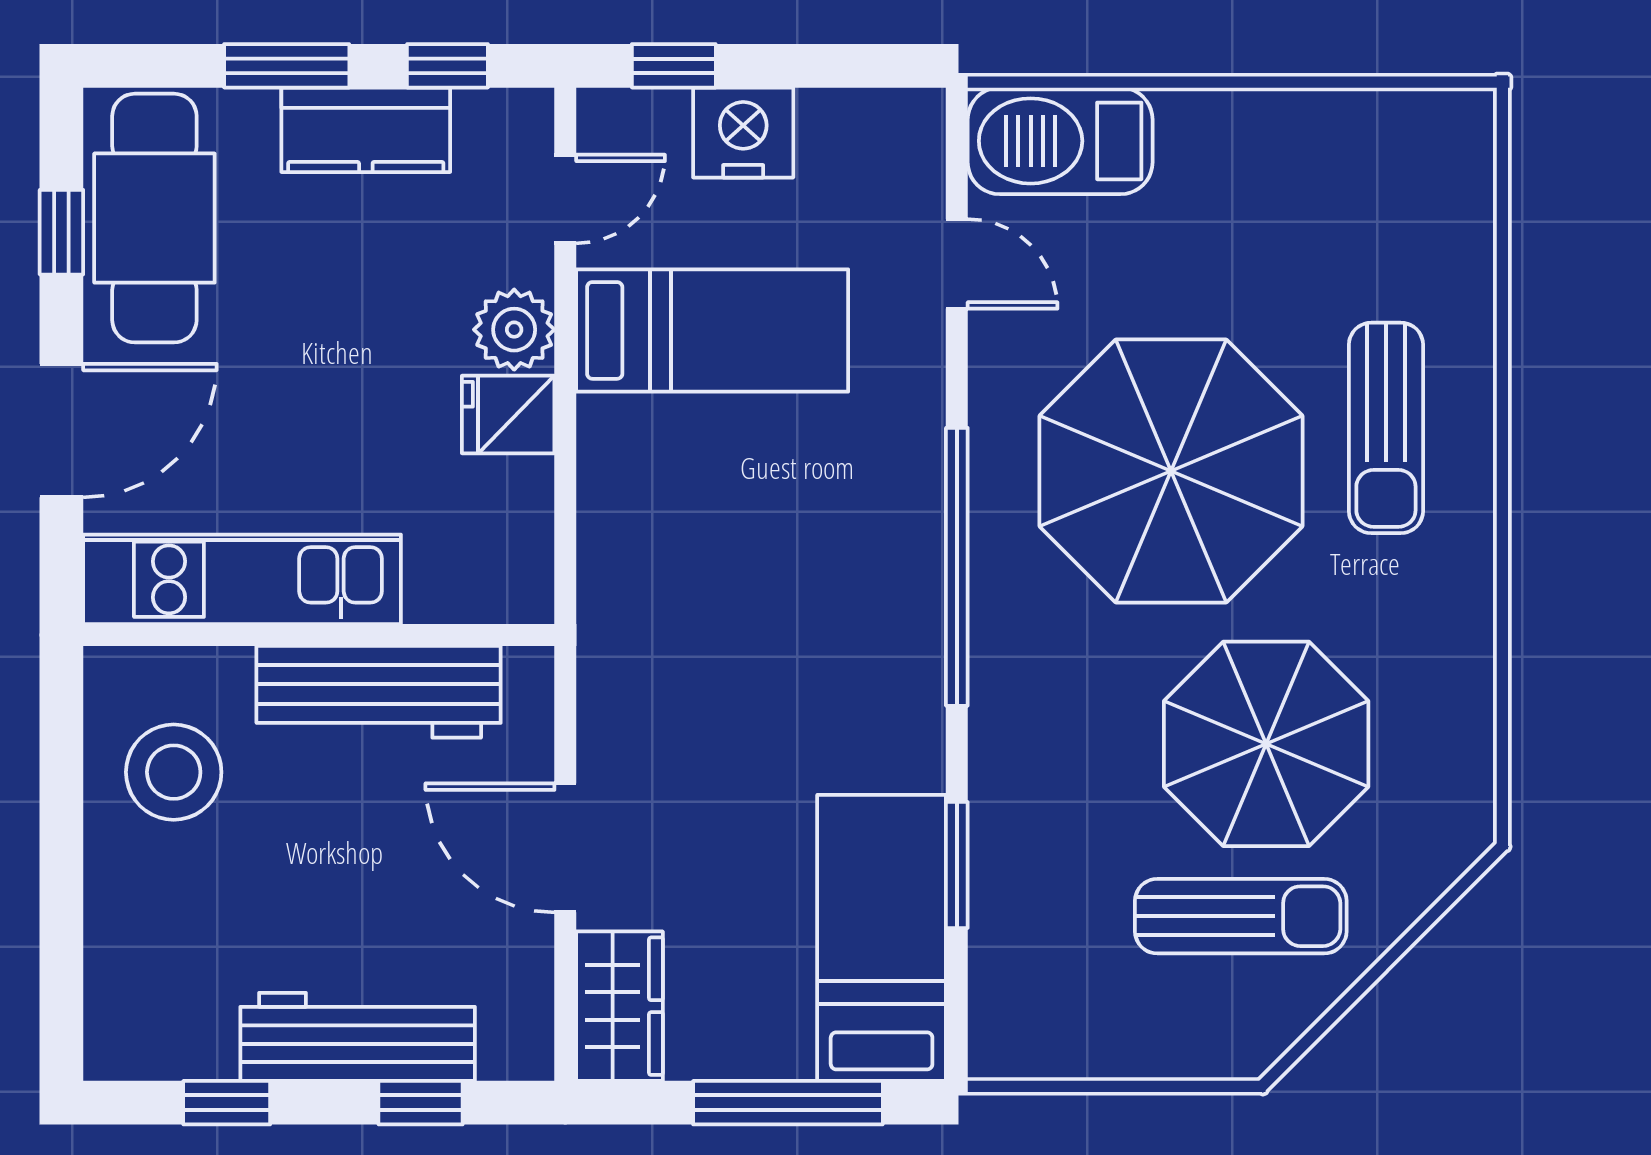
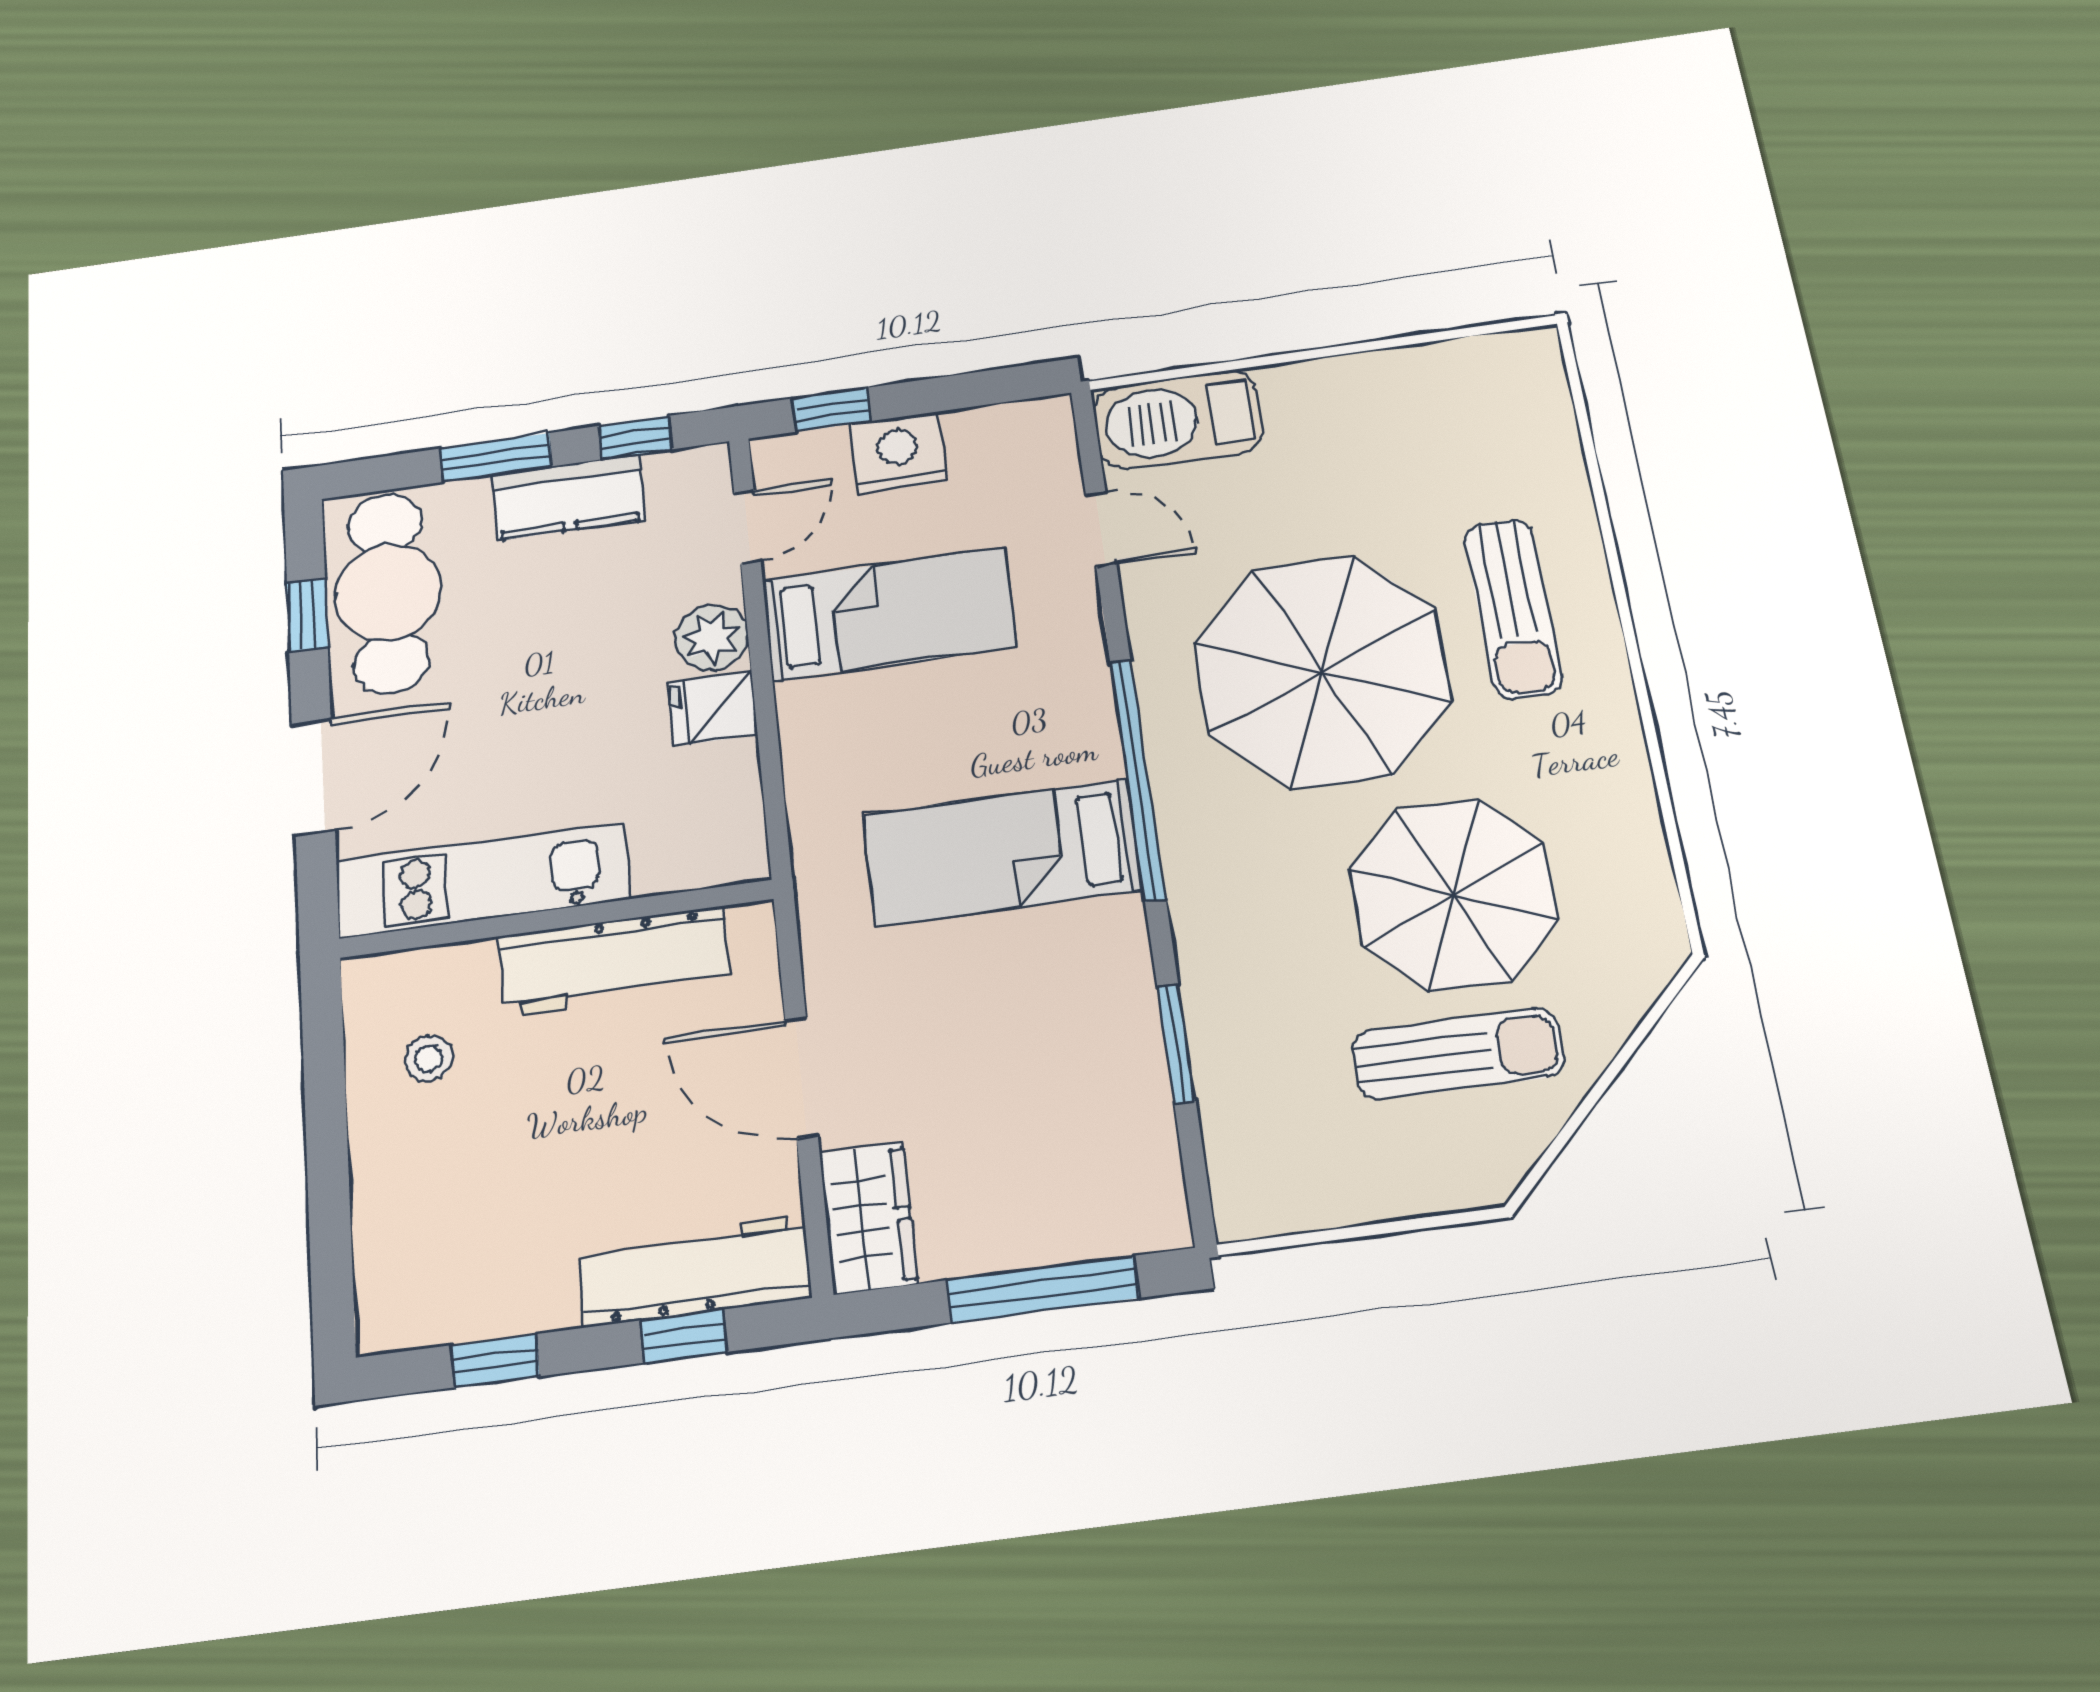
stool: (174, 772) -> (429, 1058), width x0.53, depth x0.53
bed: (882, 938) -> (1002, 852), moved, turned -90
workbench: (358, 1037) -> (695, 1270), moved

